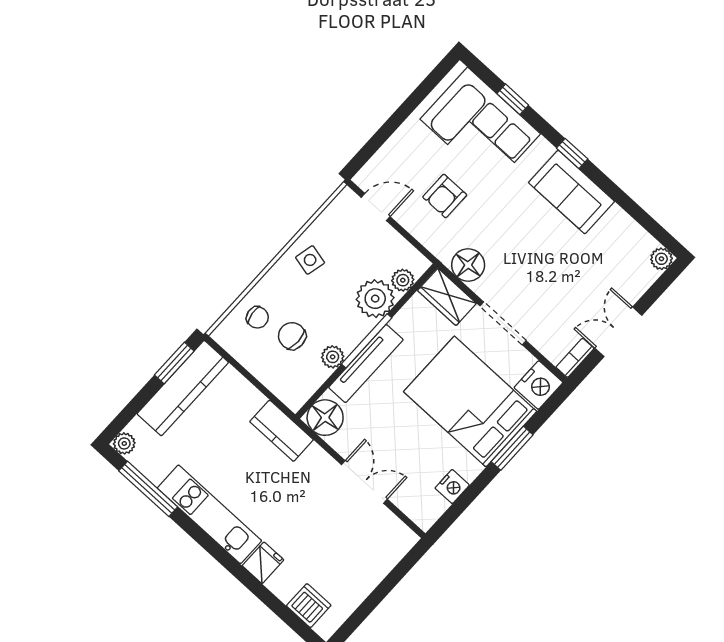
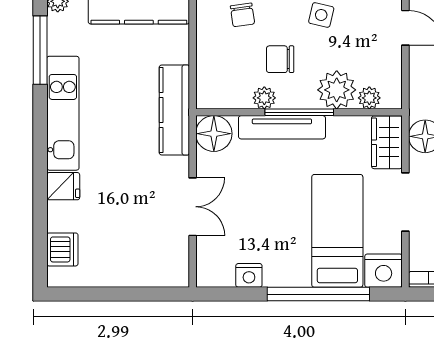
chair: (292, 336) -> (280, 59), moved, turned -90
bed: (470, 402) -> (337, 231), width x0.67
kitchen counter: (282, 431) -> (174, 110), width x1.50
window: (512, 448) -> (318, 294), width x2.11

